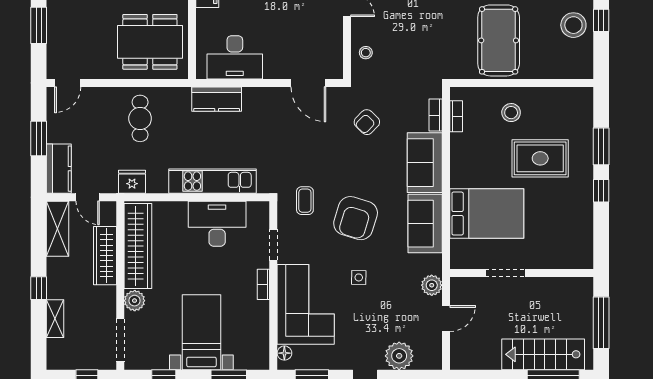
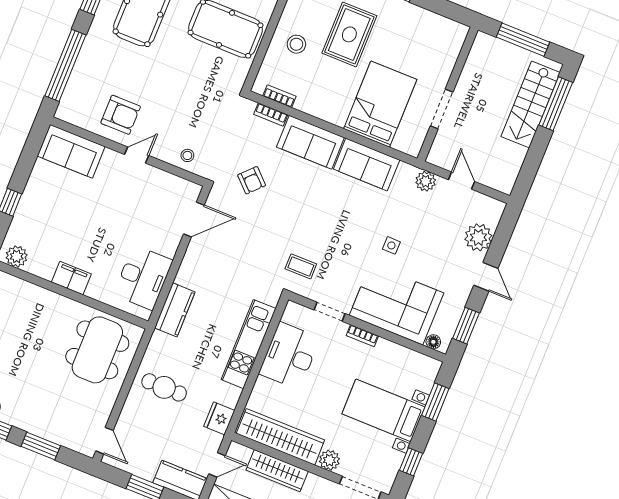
armchair: (356, 218) -> (336, 226), removed

